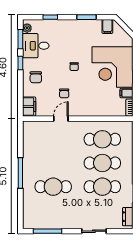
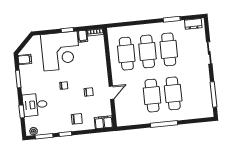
desk: (36, 46) -> (35, 105), moved, turned 90
door: (61, 119) -> (111, 93), swing flipped
cafe table: (53, 163) -> (152, 96), added

